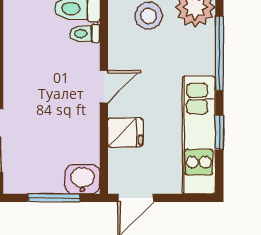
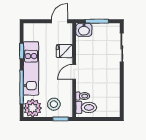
kitchen unit: (199, 135) -> (31, 68), moved

